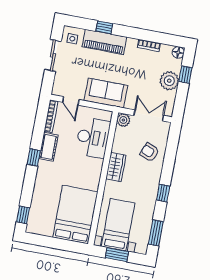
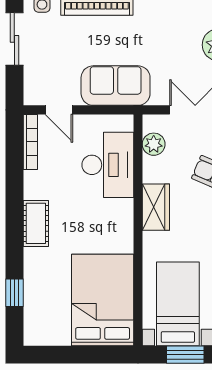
plant: (123, 120) -> (154, 144), moved
cot: (48, 147) -> (36, 223), moved
window: (34, 157) -> (14, 217), removed
window: (23, 215) -> (14, 293), moved

